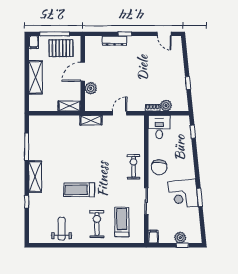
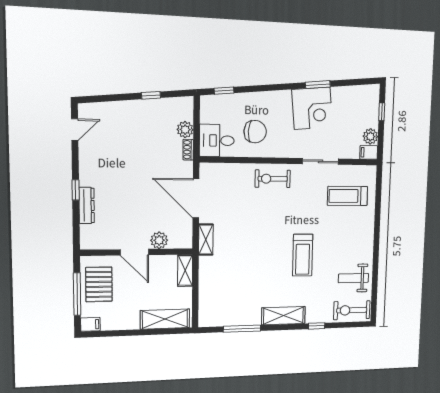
shelving: (36, 77) -> (165, 319), moved
door: (120, 113) -> (196, 198), width x1.88
chair: (159, 167) -> (255, 132), moved
exercise bike: (97, 224) -> (352, 310), moved
plant: (180, 238) -> (370, 136), moved

